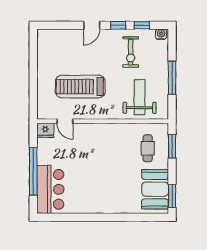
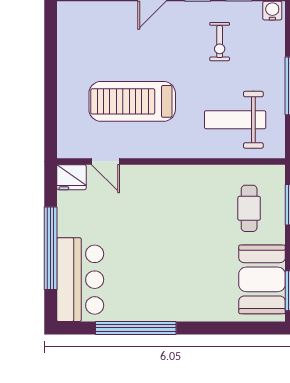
exercise bike: (131, 52) -> (220, 42), width x0.73, depth x0.72
weight bench: (140, 97) -> (235, 120), turned -90
window: (82, 217) -> (136, 328), added

